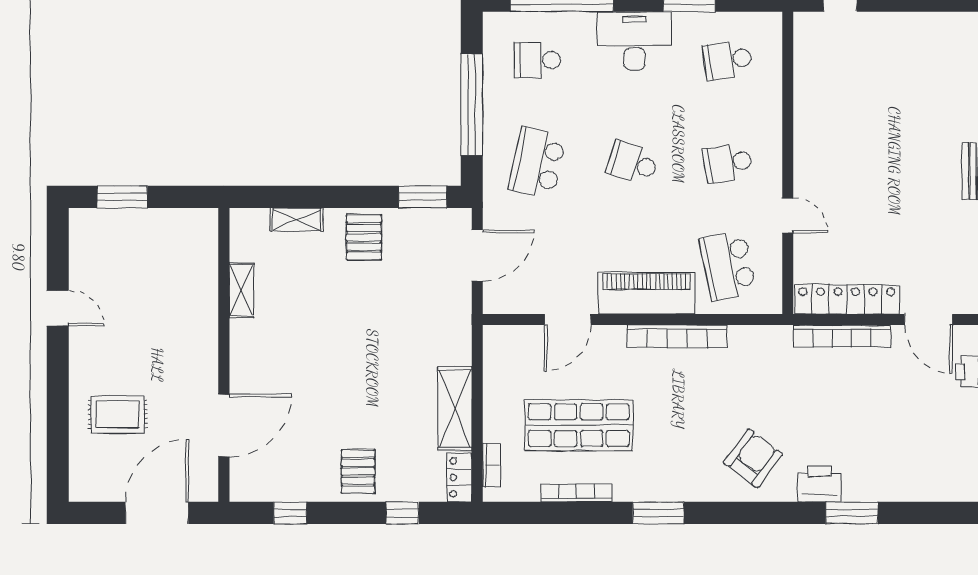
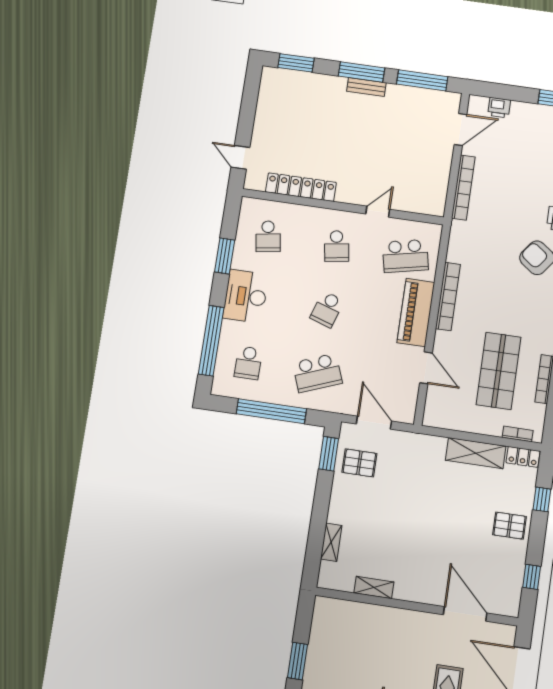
school desk: (537, 163) -> (317, 373), turned -33
pallet: (364, 237) -> (359, 463), moved
locker: (847, 299) -> (301, 187), moved, turned 90

